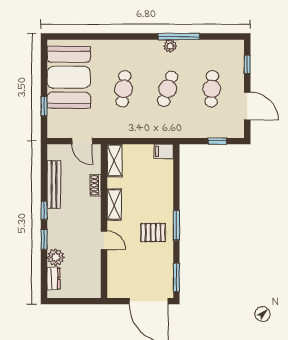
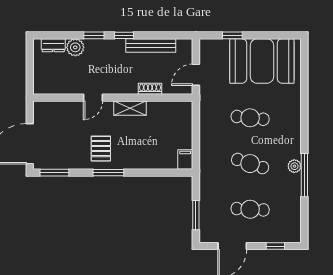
window: (217, 141) -> (196, 215), width x1.50
shelving: (114, 160) -> (176, 108), removed

